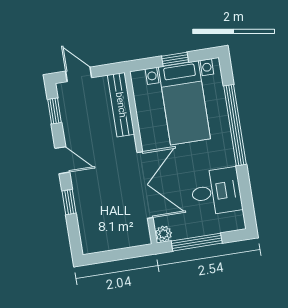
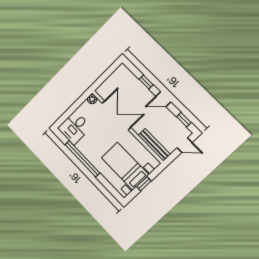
window: (235, 125) -> (82, 159), moved
double door: (145, 185) -> (116, 115), swing flipped
desk: (216, 192) -> (75, 128), moved
window: (197, 242) -> (75, 106), removed

